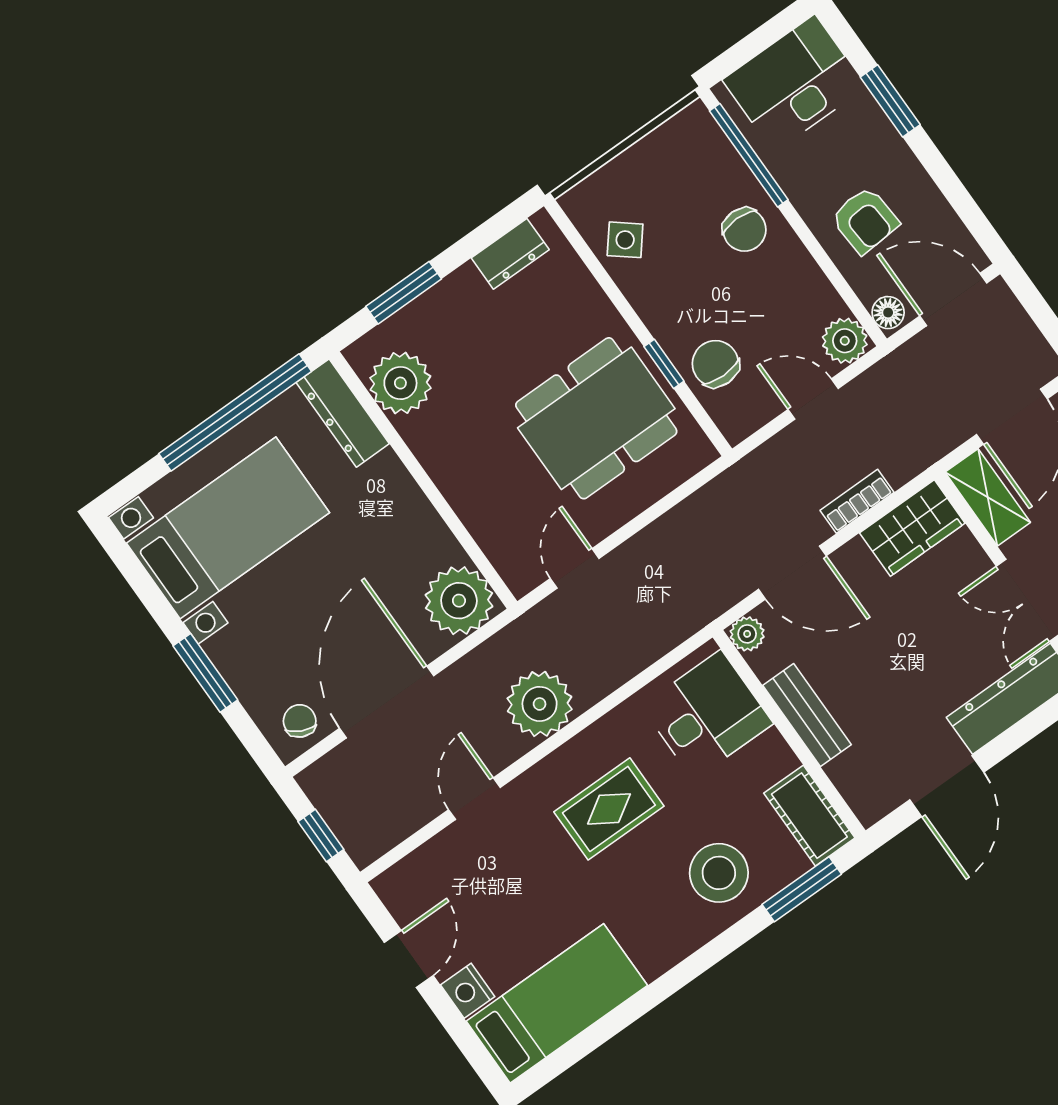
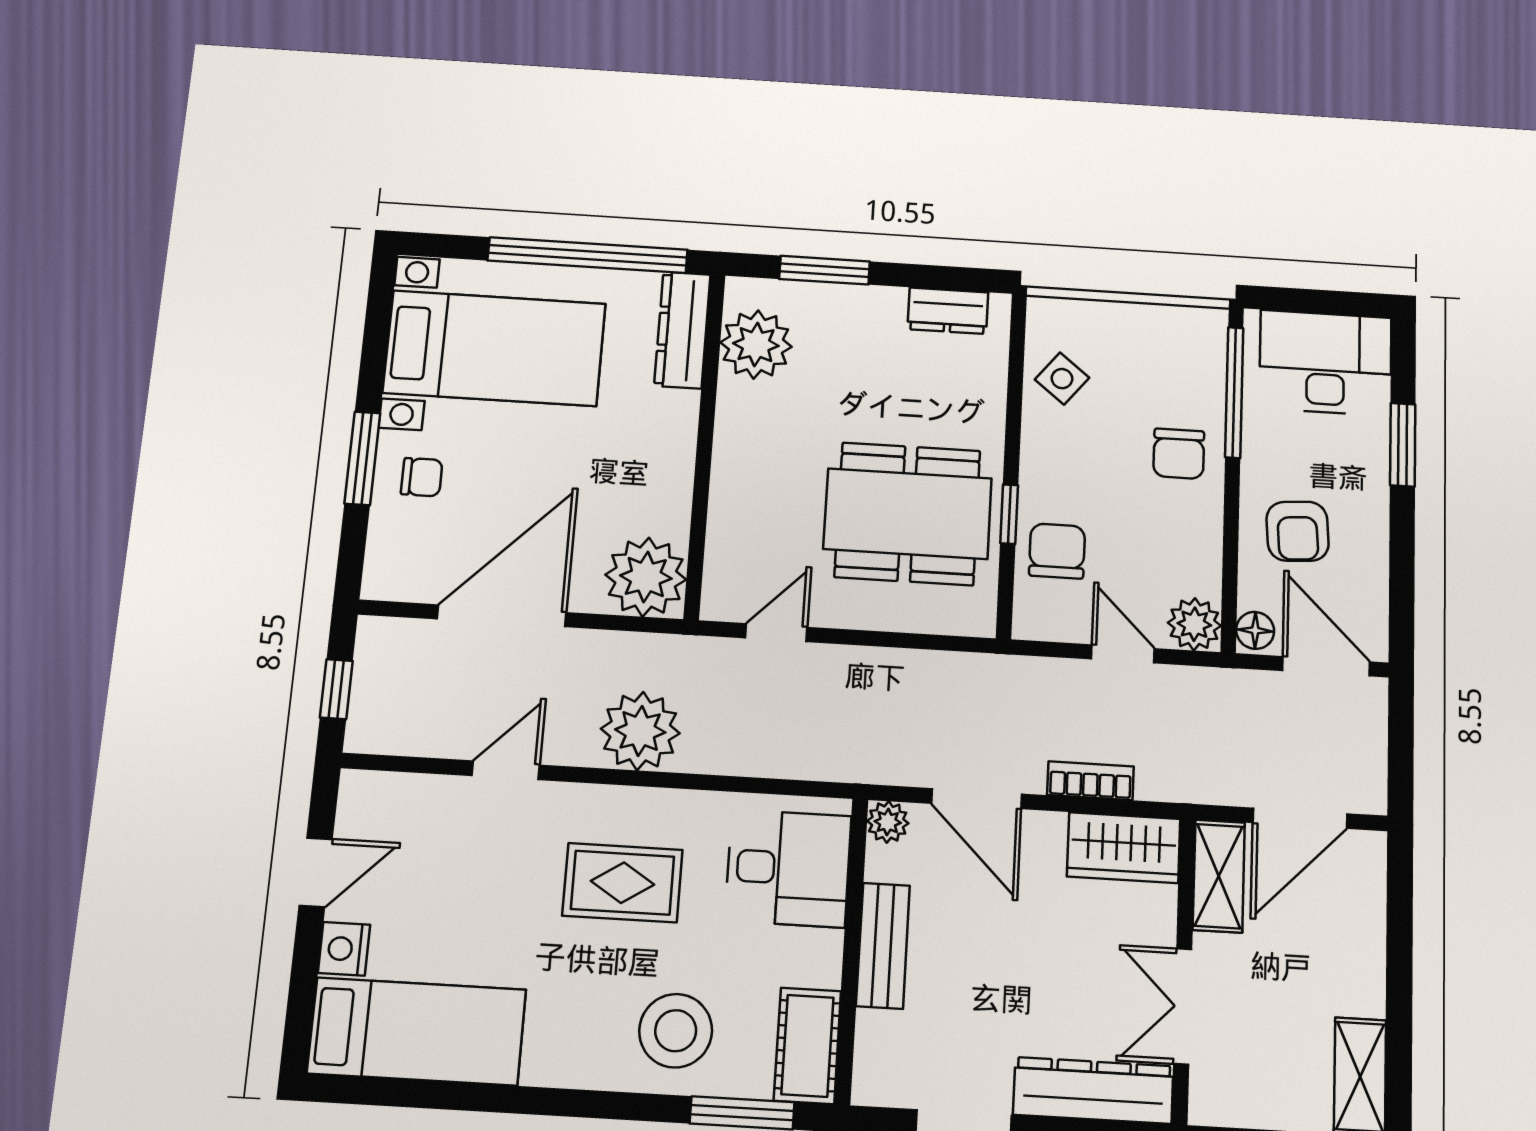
chair: (300, 721) -> (422, 477), moved, turned 64

